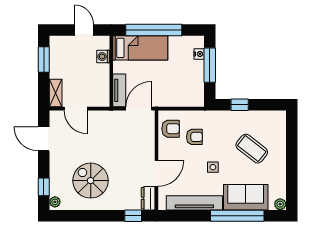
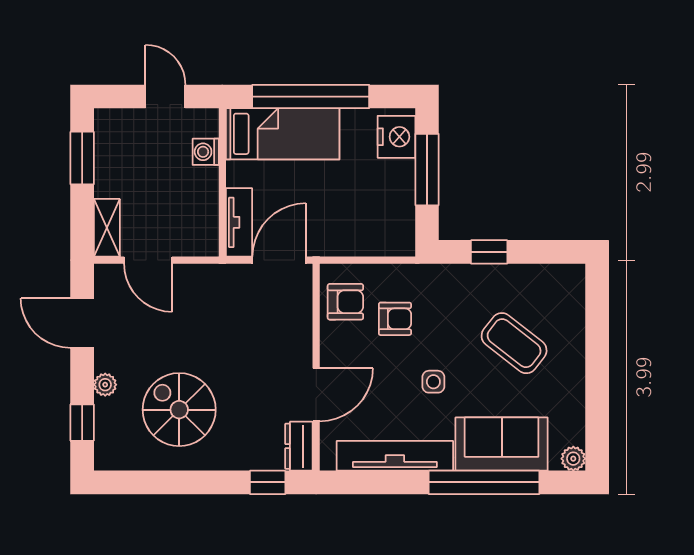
nightstand: (199, 54) -> (396, 137), width x1.89, depth x1.79
plant: (55, 202) -> (105, 385), moved

